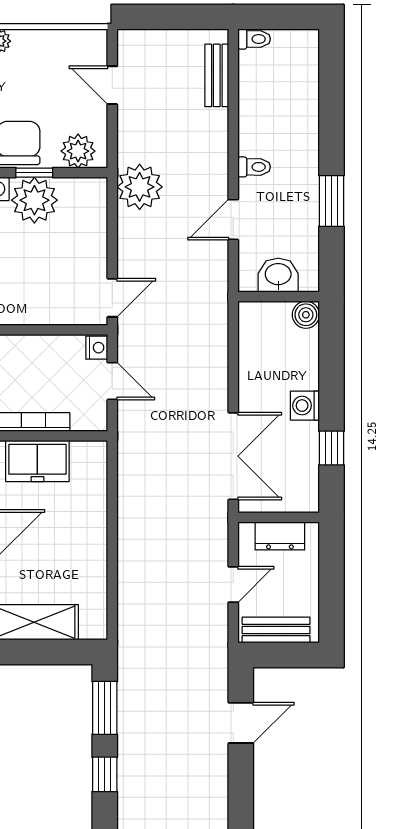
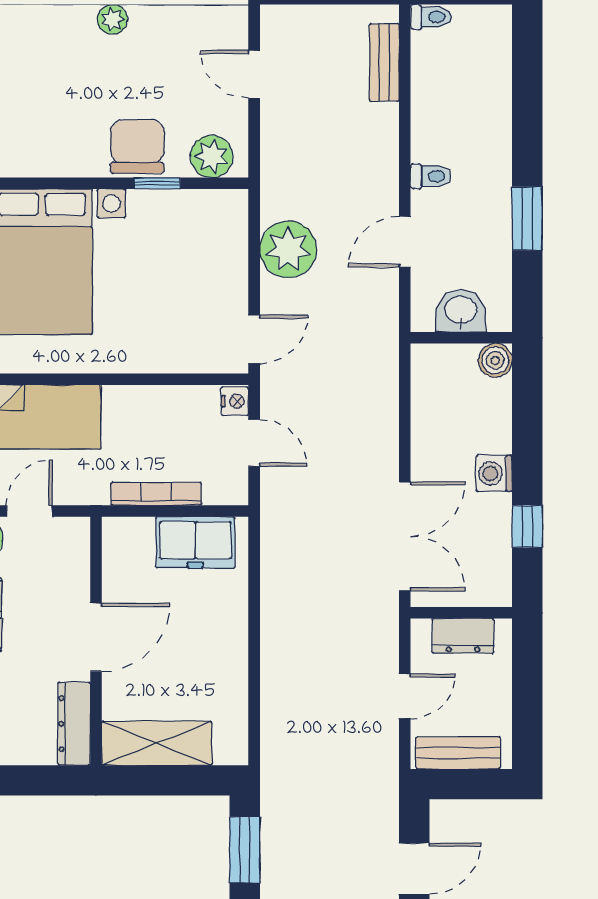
plant: (140, 187) -> (288, 249), moved
plant: (34, 200) -> (157, 218), removed
freezer: (37, 461) -> (195, 542), moved

